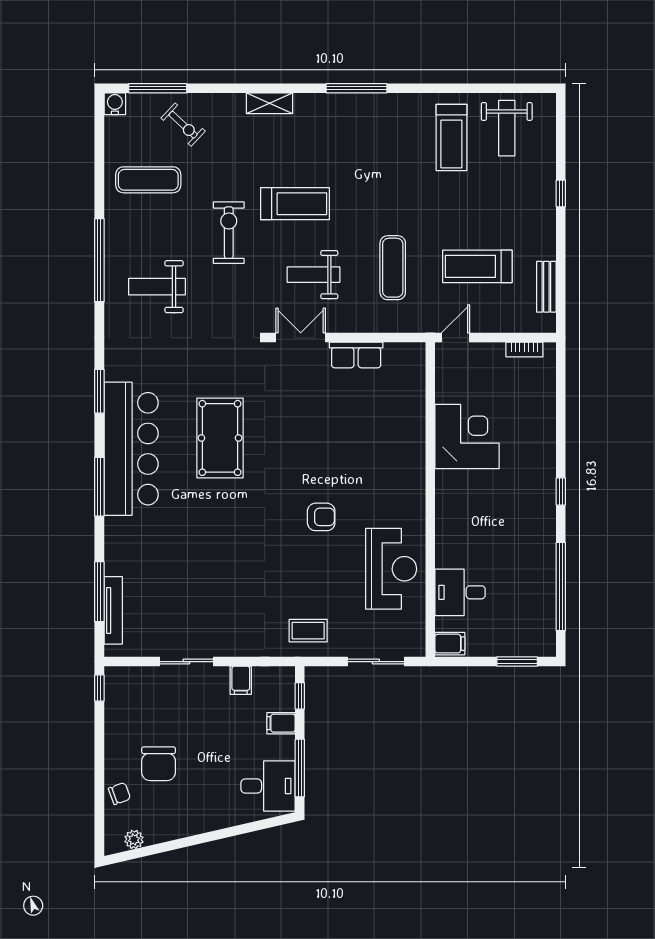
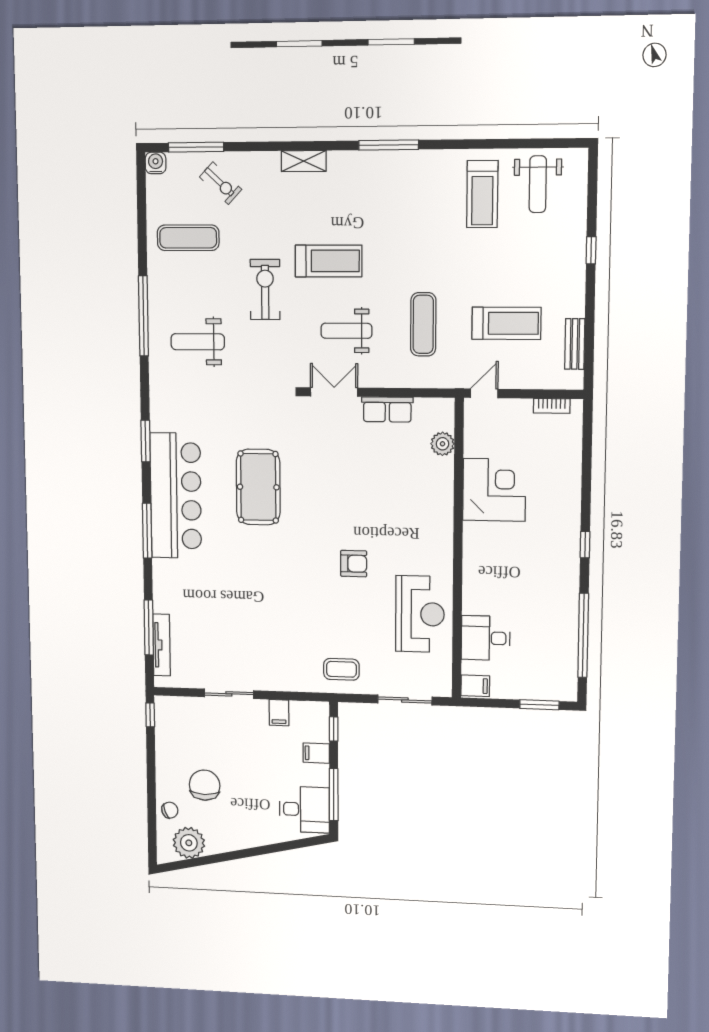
treadmill: (477, 266) -> (506, 323), turned 180
plant: (413, 390) -> (442, 444), added
chair: (159, 764) -> (205, 785), turned 180
plant: (134, 839) -> (189, 843), width x1.88, depth x1.88

